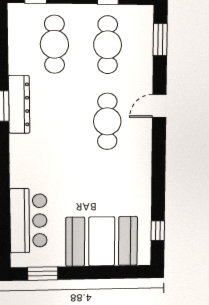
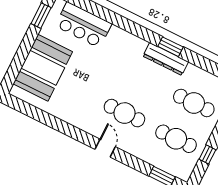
door: (159, 106) -> (105, 148), moved
window: (158, 231) -> (30, 111), removed

